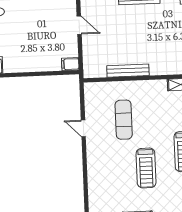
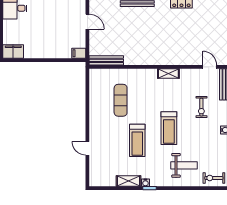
bench: (128, 71) -> (106, 60), moved
door: (83, 128) -> (87, 148), moved

